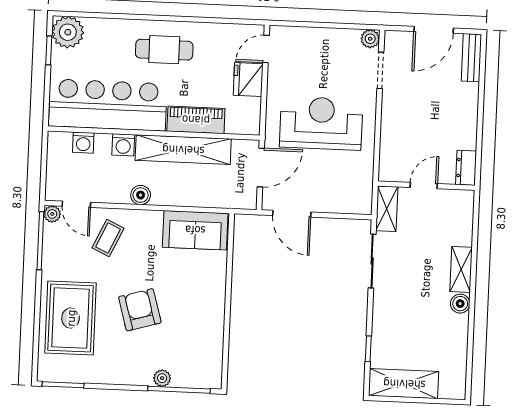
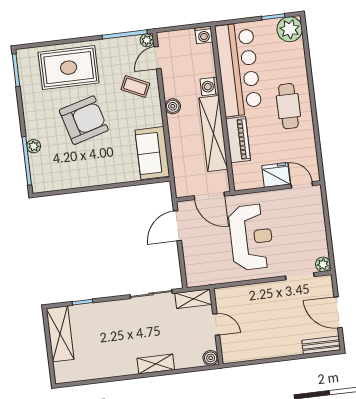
washing machine: (83, 143) -> (204, 35), moved, turned -90
dresser: (466, 168) -> (235, 355), removed
boiler: (460, 304) -> (211, 358), moved
armchair: (140, 310) -> (84, 120), width x1.36, depth x1.36

